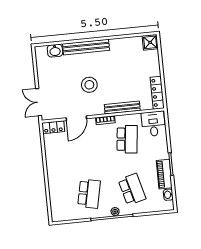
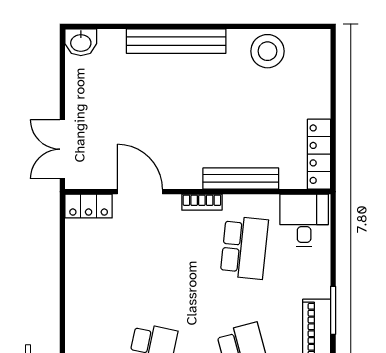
shower: (150, 42) -> (315, 45), removed
washbasin: (55, 51) -> (81, 42), moved
stool: (89, 85) -> (267, 51), moved
door: (76, 118) -> (140, 192), swing flipped

